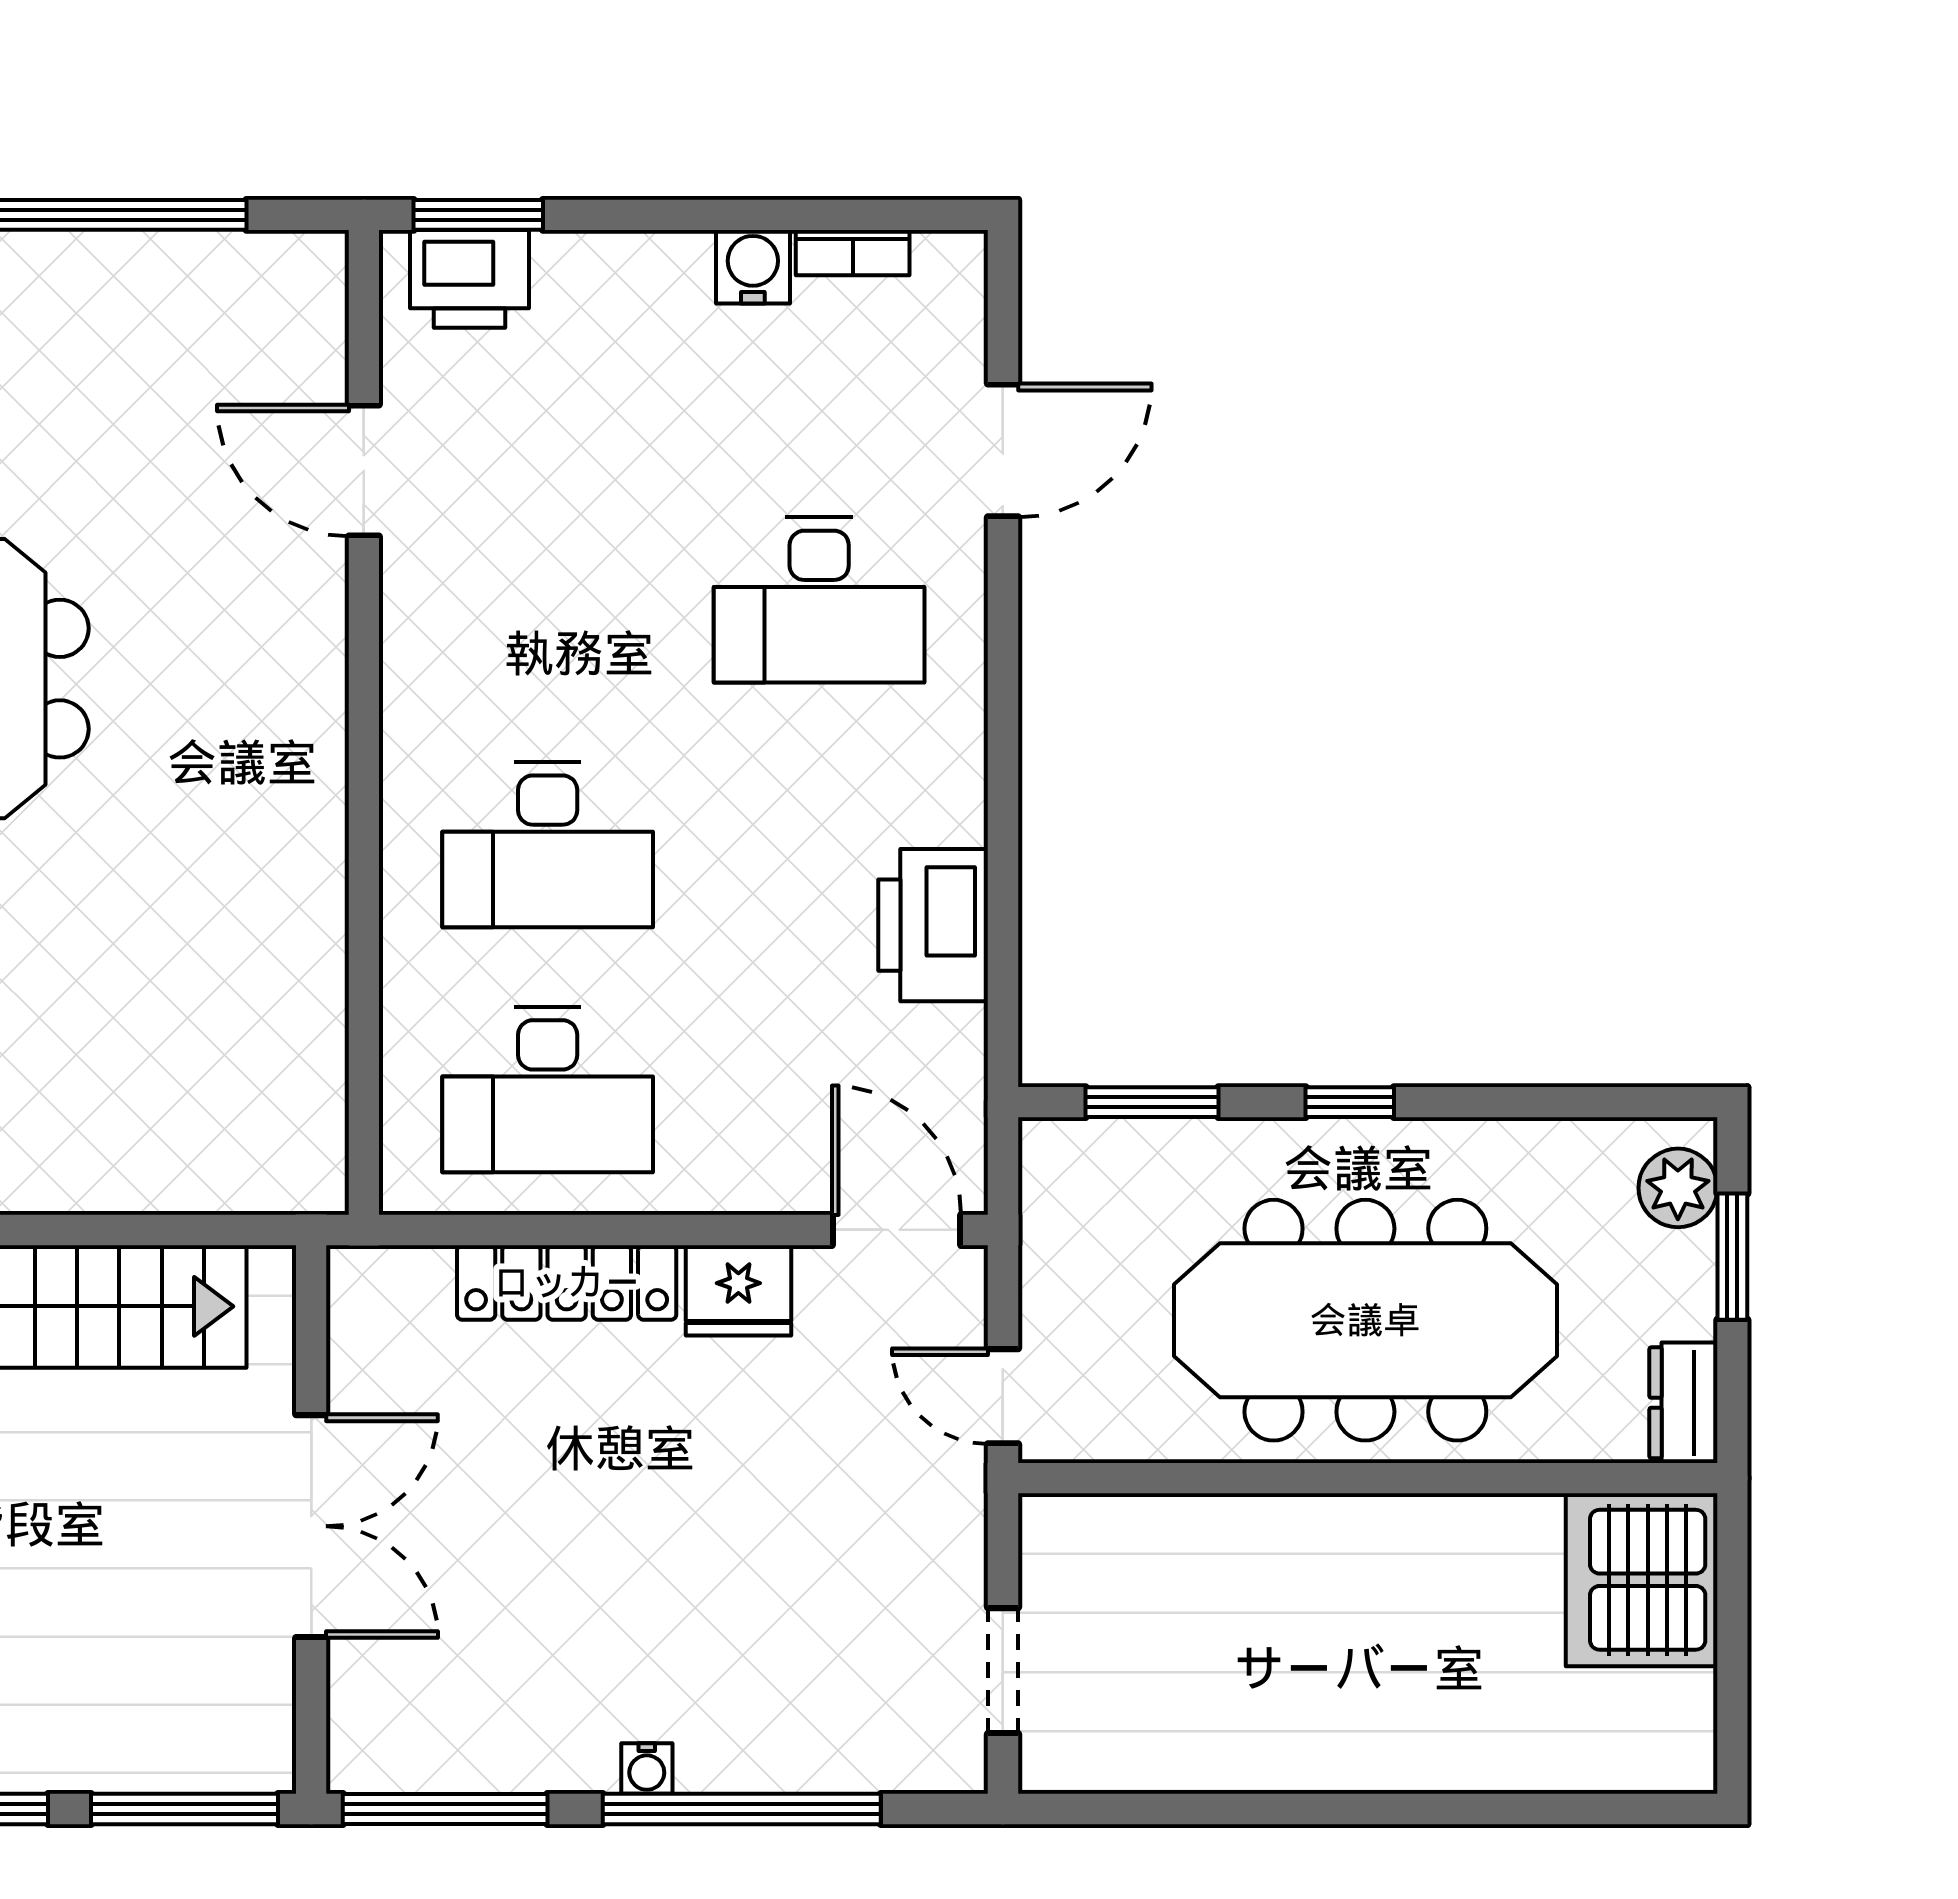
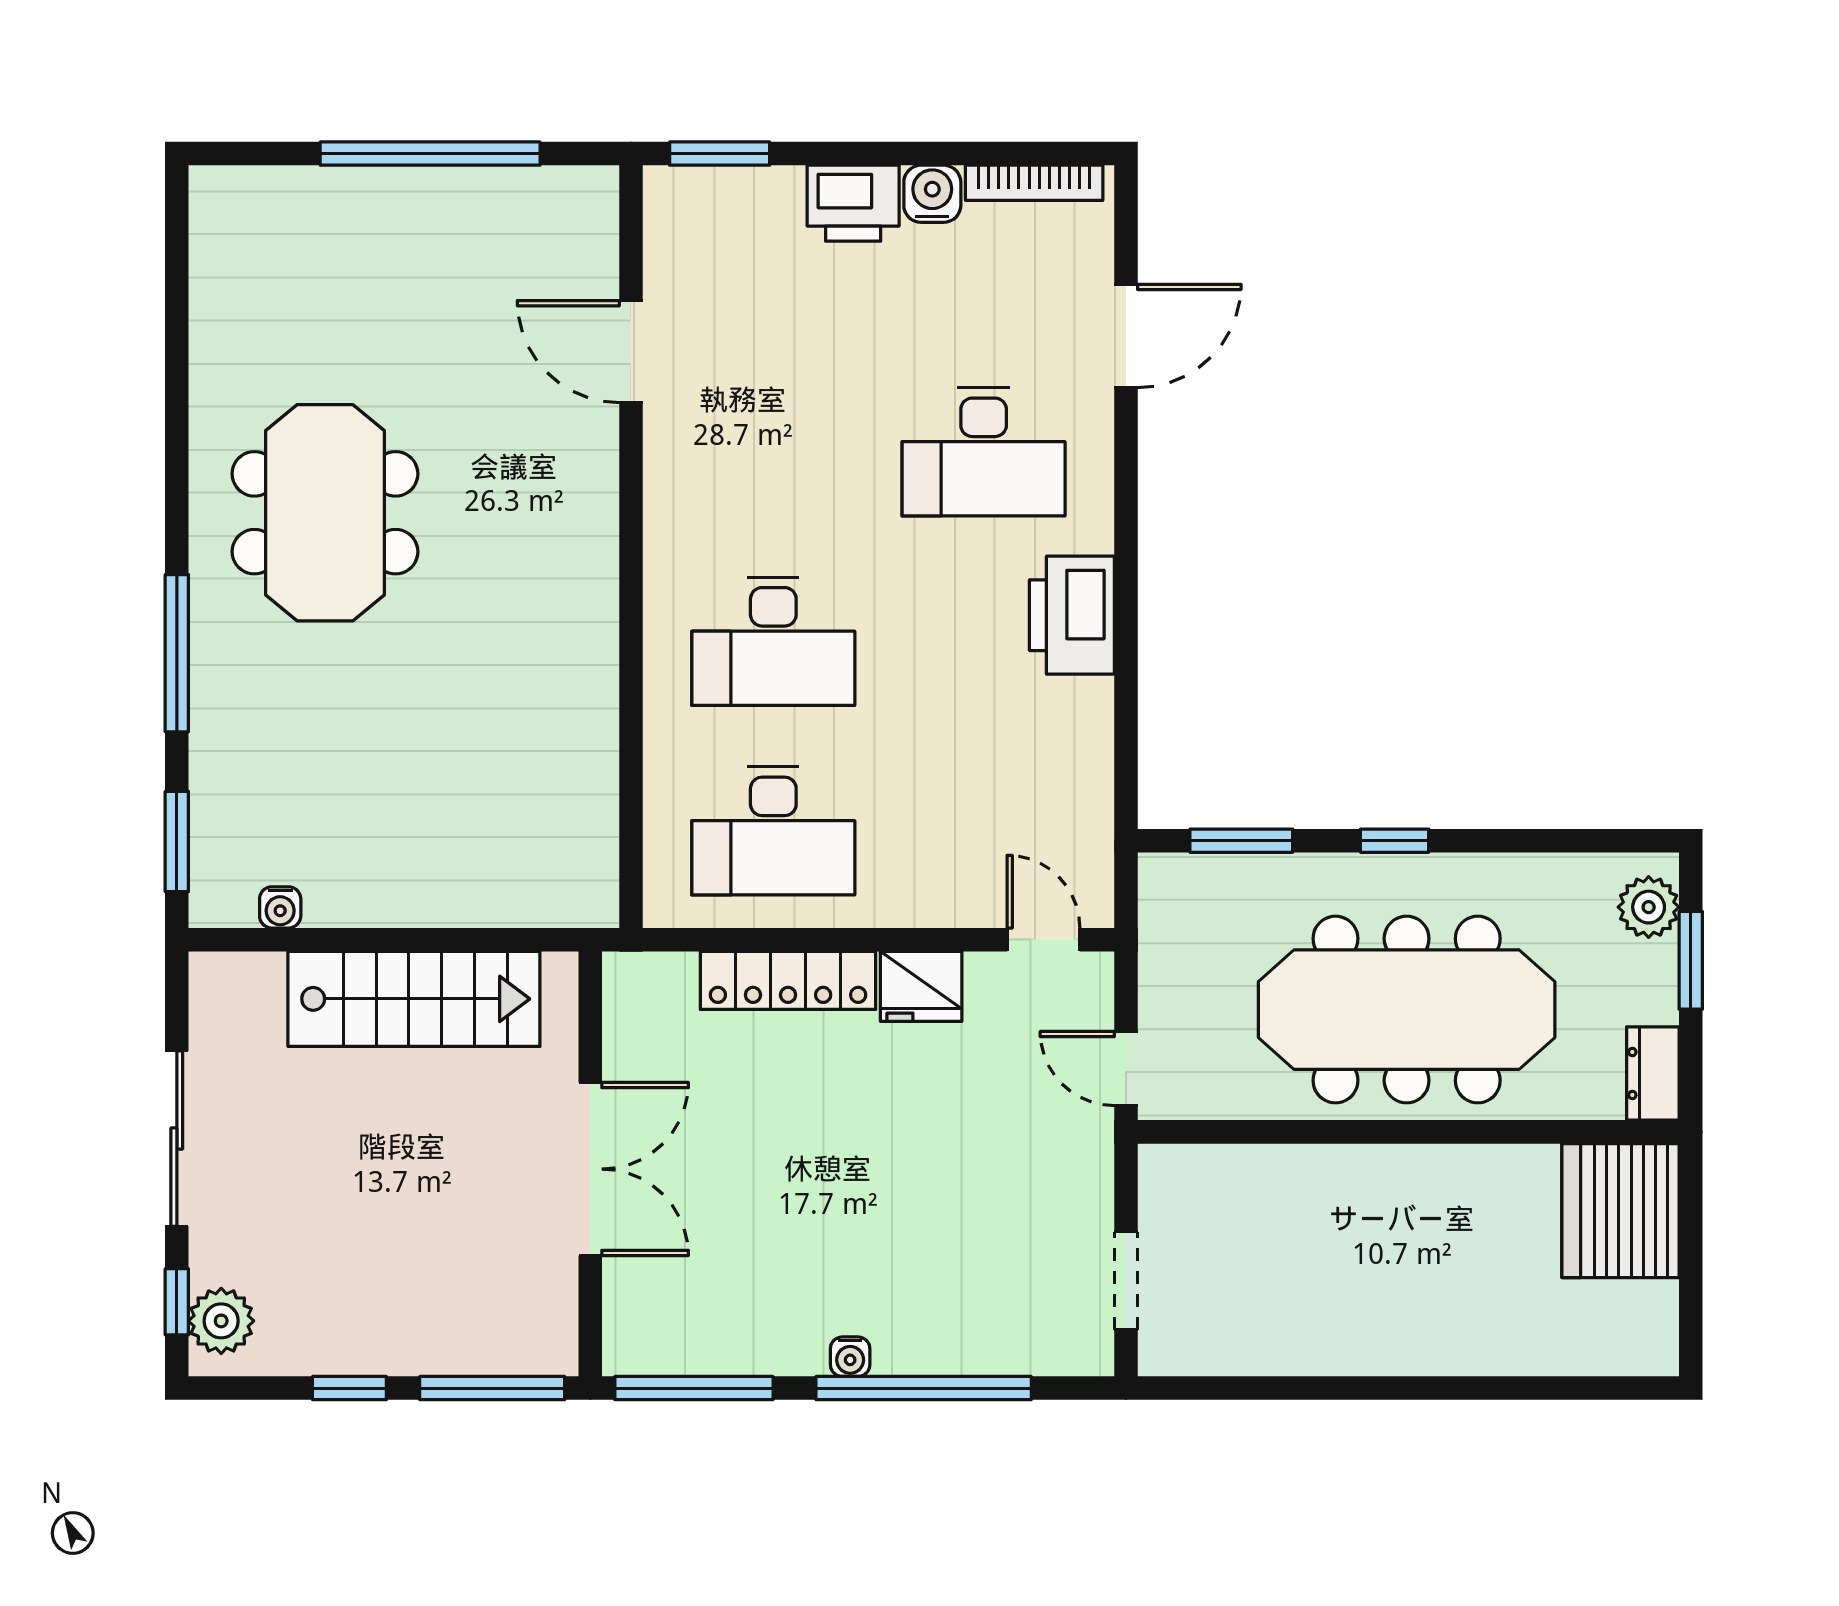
bookcase: (853, 253) -> (1034, 183), width x1.56
printer: (469, 279) -> (853, 203), moved
printer: (933, 925) -> (1072, 615), moved
door: (897, 1230) -> (1043, 940), width x0.73

